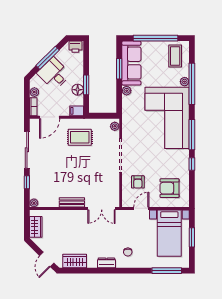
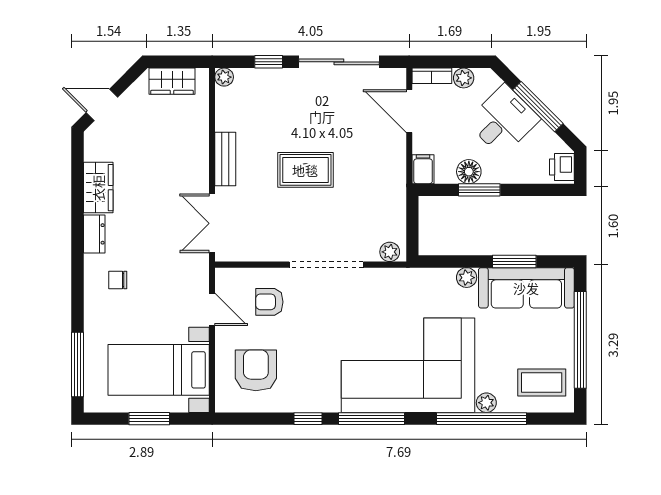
rug: (80, 137) -> (305, 170), moved, turned 90
wardrobe: (75, 261) -> (98, 188), moved

